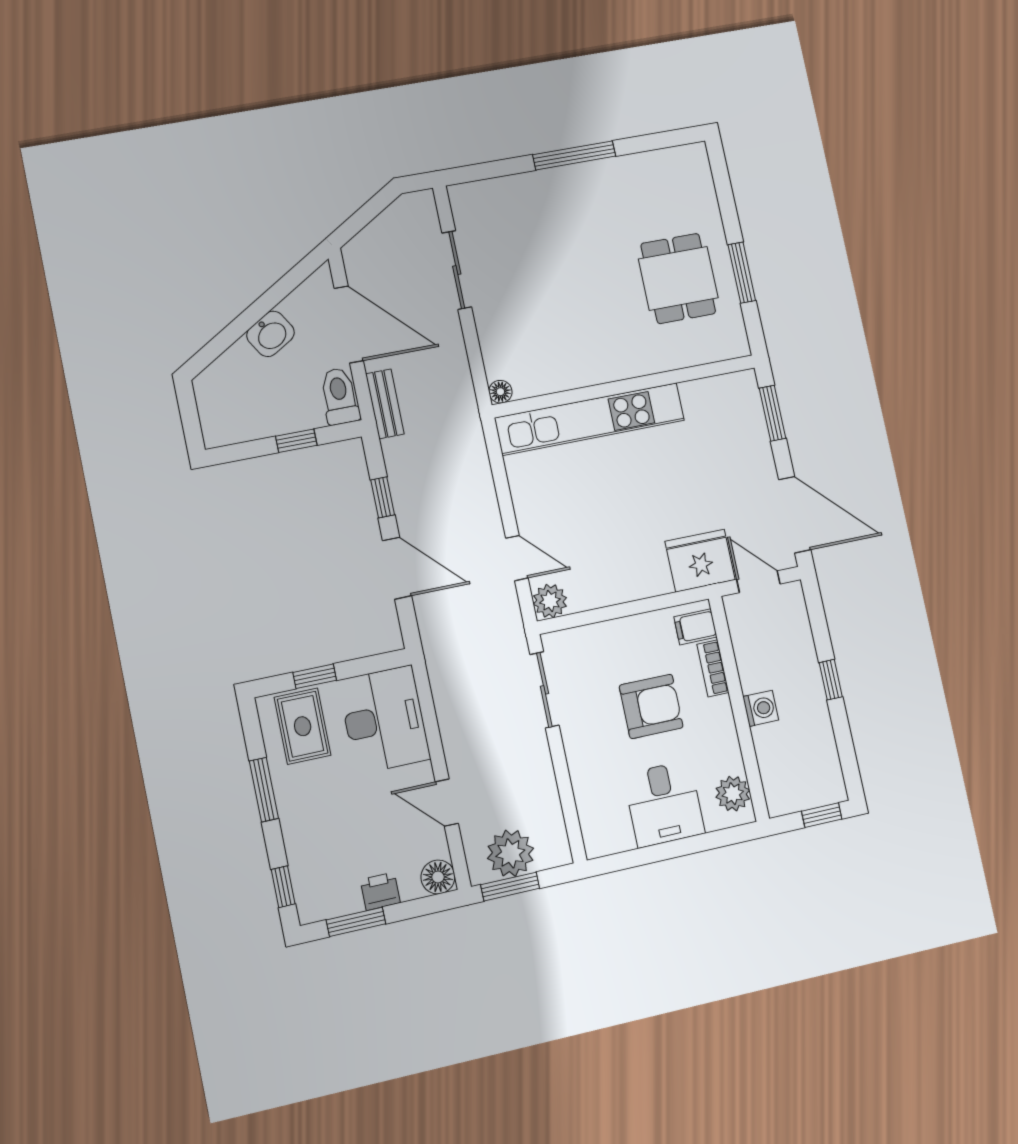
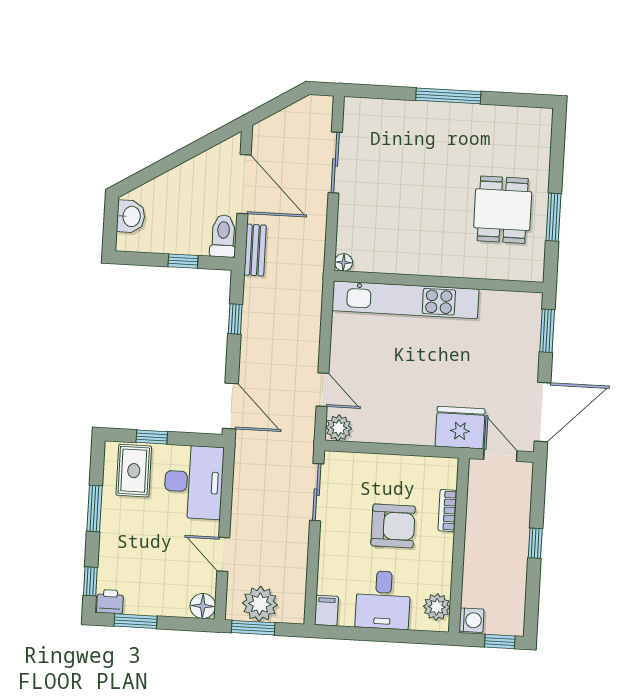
washbasin: (270, 334) -> (131, 216), moved, turned -58
door: (795, 515) -> (543, 412), hinge flipped
door: (397, 568) -> (230, 406), moved
filing cabinet: (695, 627) -> (326, 611), moved, turned 90
washing machine: (761, 708) -> (472, 620), moved
printer: (380, 891) -> (110, 602), moved

